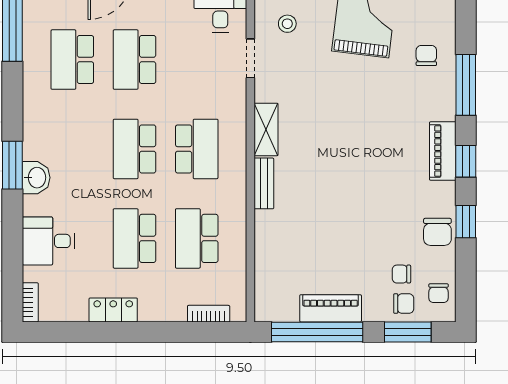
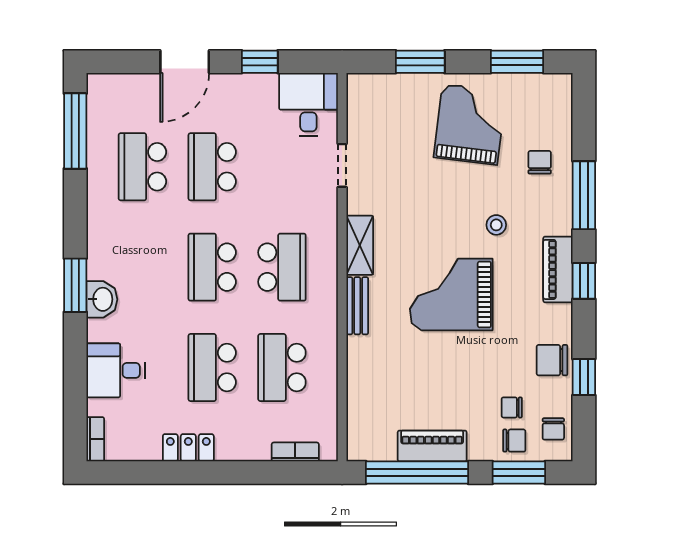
stool: (287, 24) -> (496, 225), moved
grand piano: (348, 173) -> (451, 295), added
window: (466, 222) -> (584, 377), moved
chair: (437, 232) -> (552, 360), turned 90

